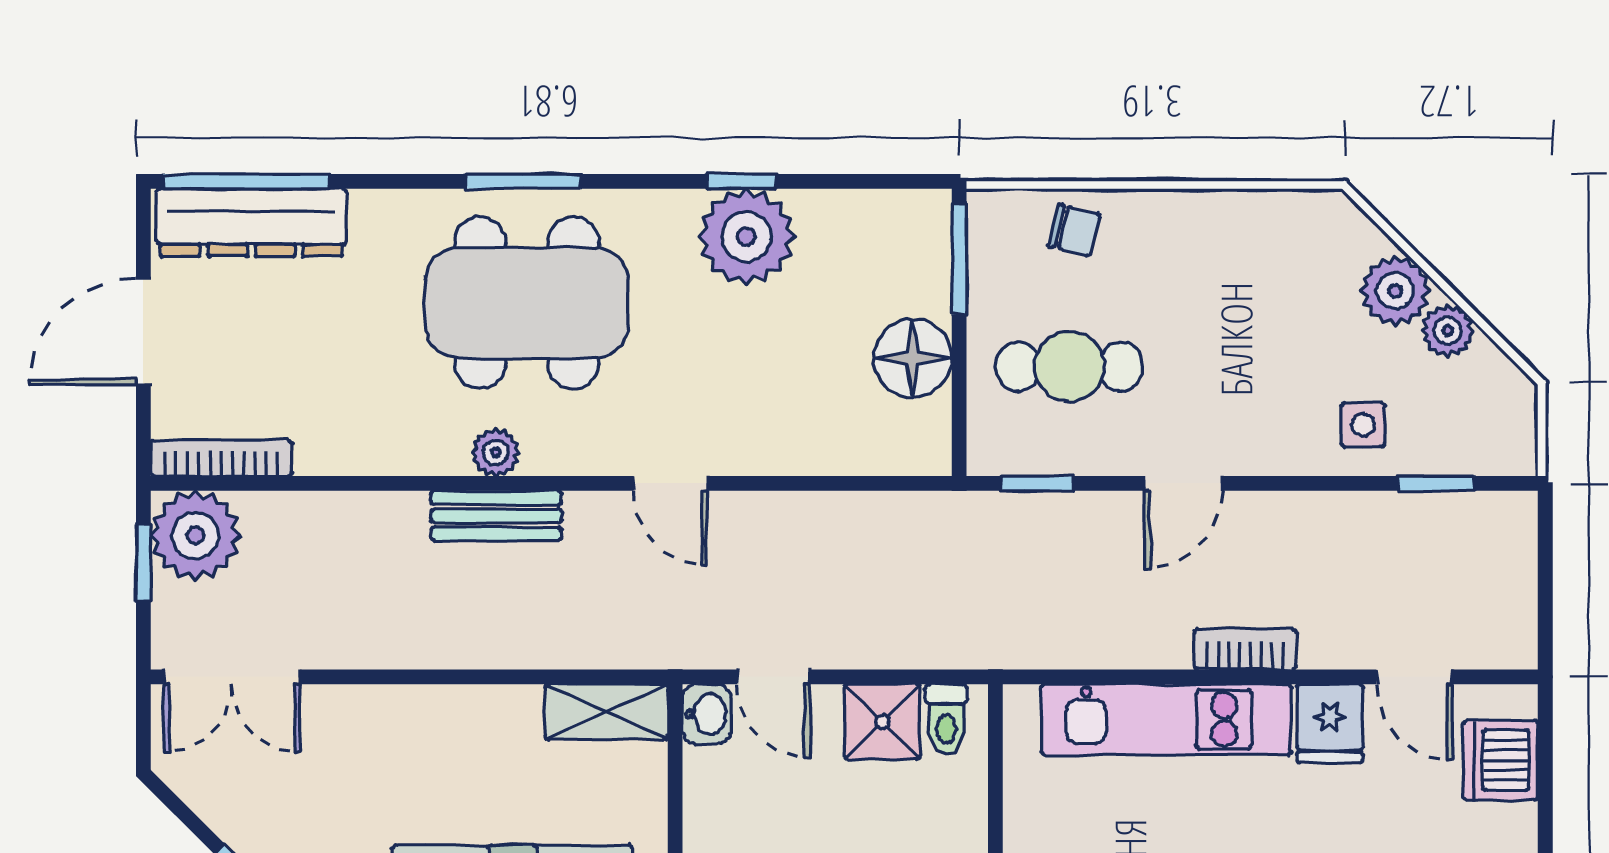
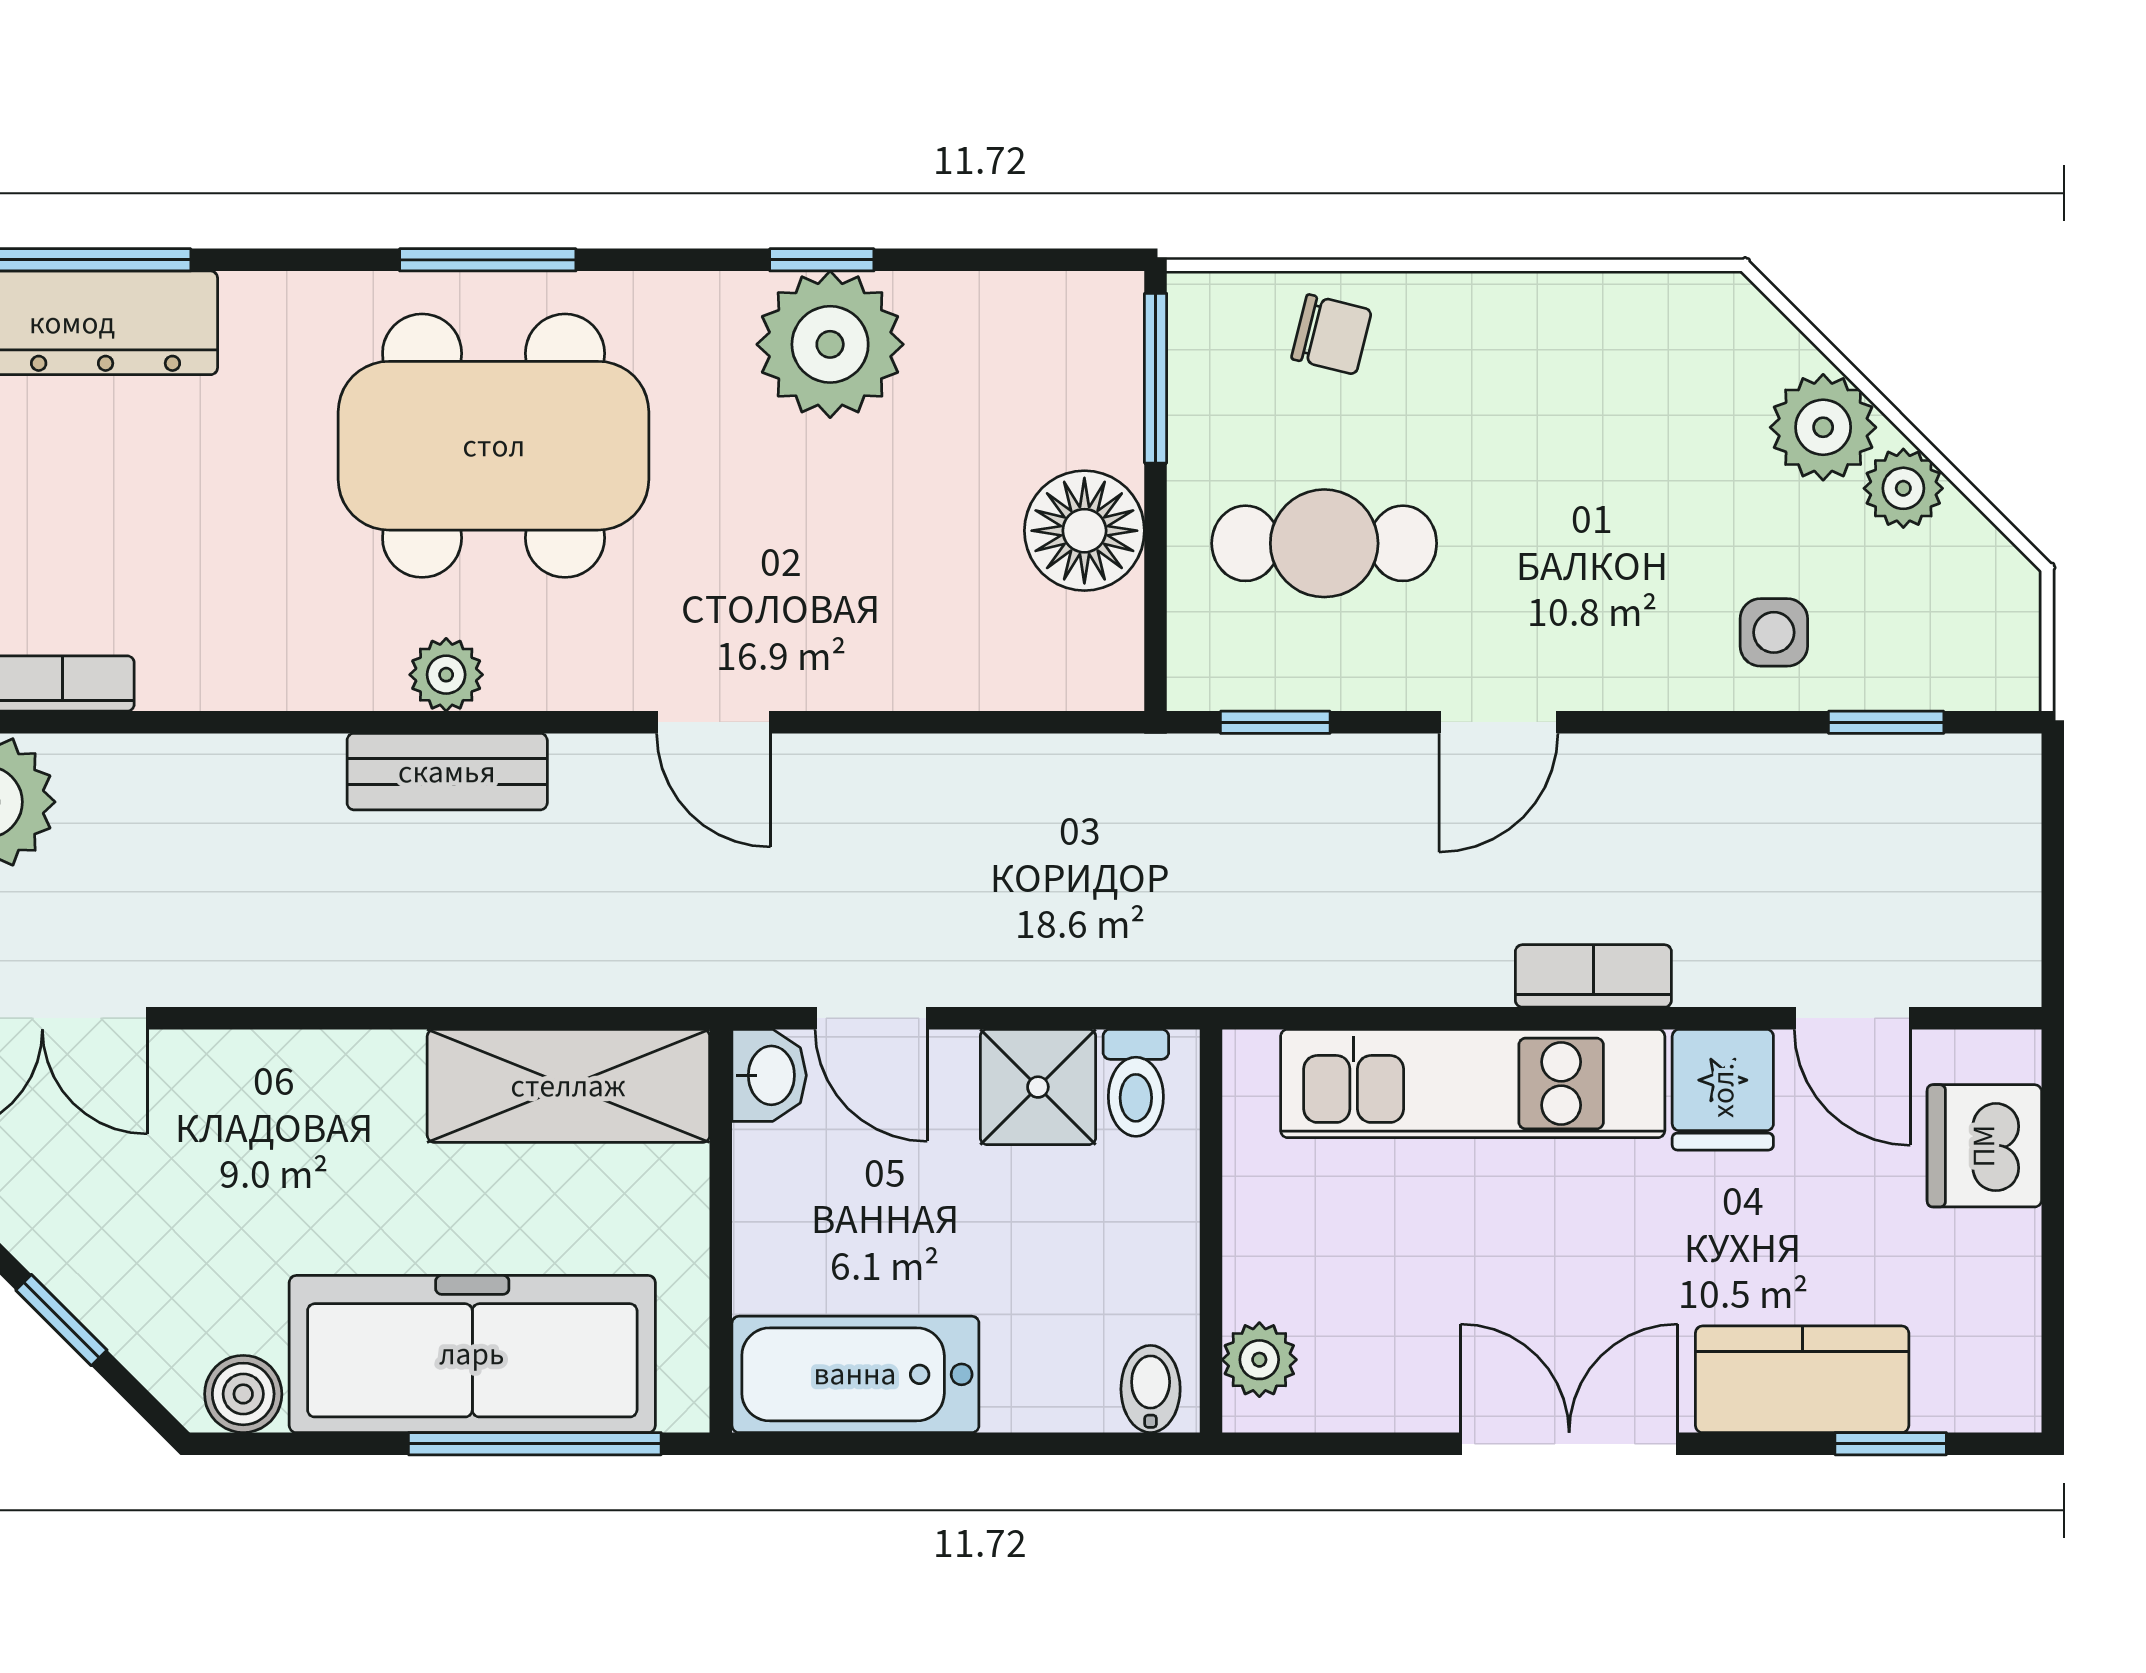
shelving: (606, 712) -> (568, 1086), width x1.50, depth x1.33

